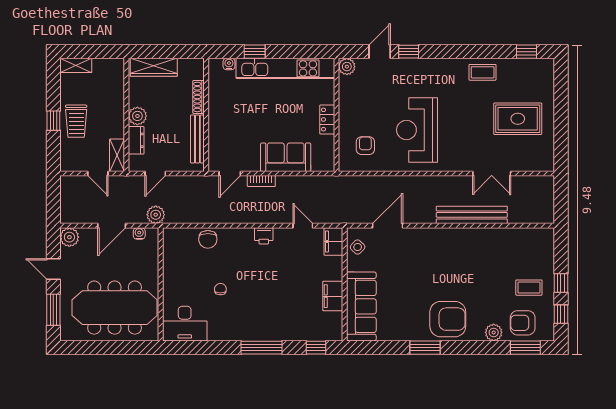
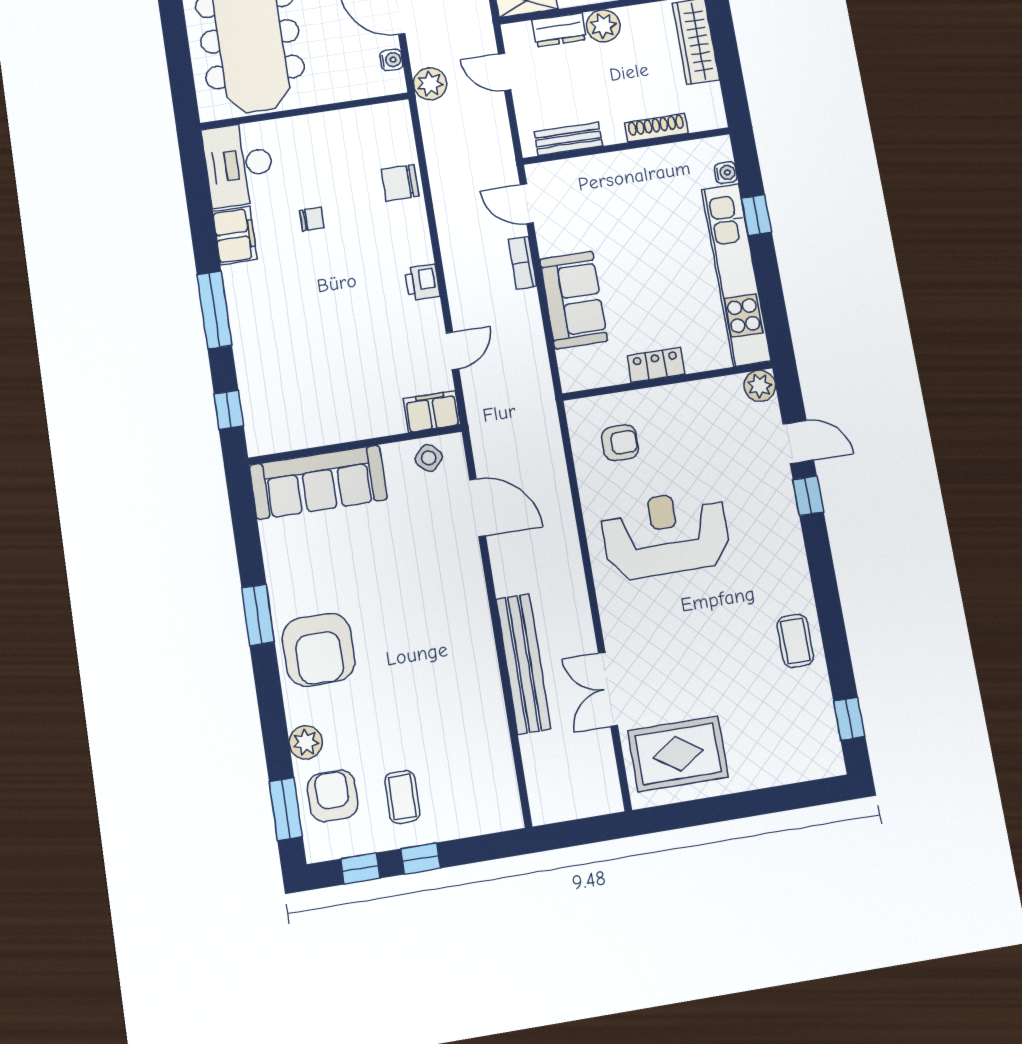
rug: (518, 119) -> (678, 754), moved, turned 90
bench: (197, 139) -> (568, 139), width x0.73
filing cabinet: (333, 296) -> (235, 236), moved, turned 90

